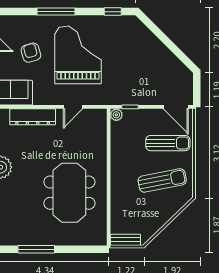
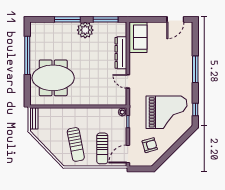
armchair: (31, 53) -> (150, 145), moved
grand piano: (78, 55) -> (167, 112), moved
meeting table: (69, 193) -> (53, 78), moved
window: (36, 249) -> (27, 55), width x1.46

